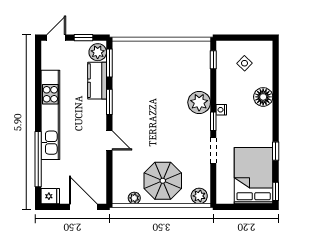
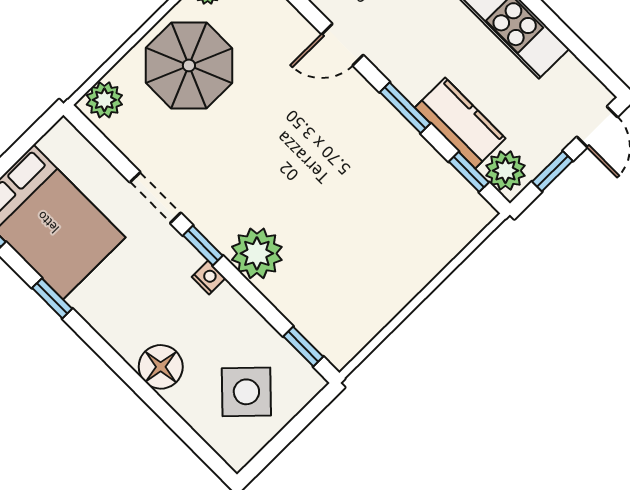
window: (109, 63) -> (469, 172), width x0.67
side table: (244, 63) -> (246, 392), width x1.87, depth x1.87

